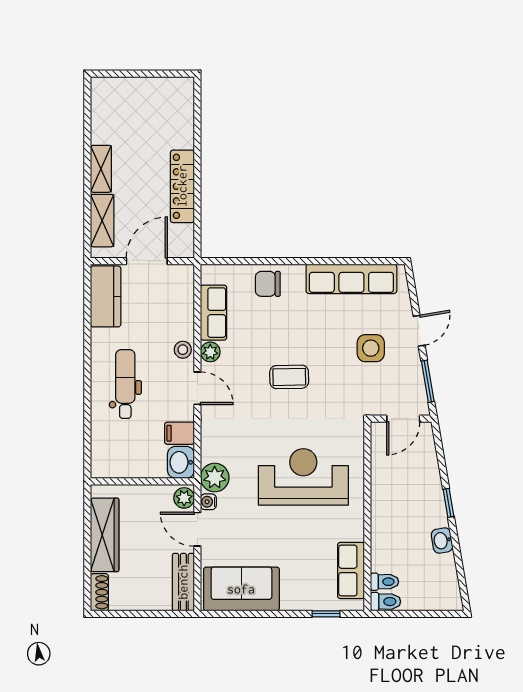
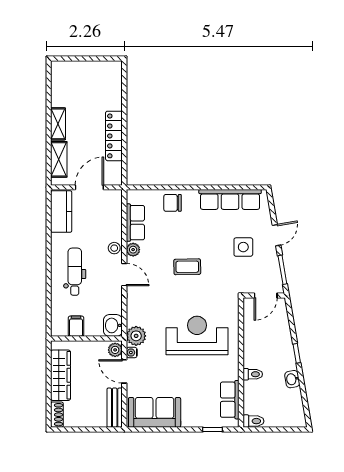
filing cabinet: (179, 433) -> (76, 326), moved, turned 90
toilet: (385, 582) -> (253, 374), moved

